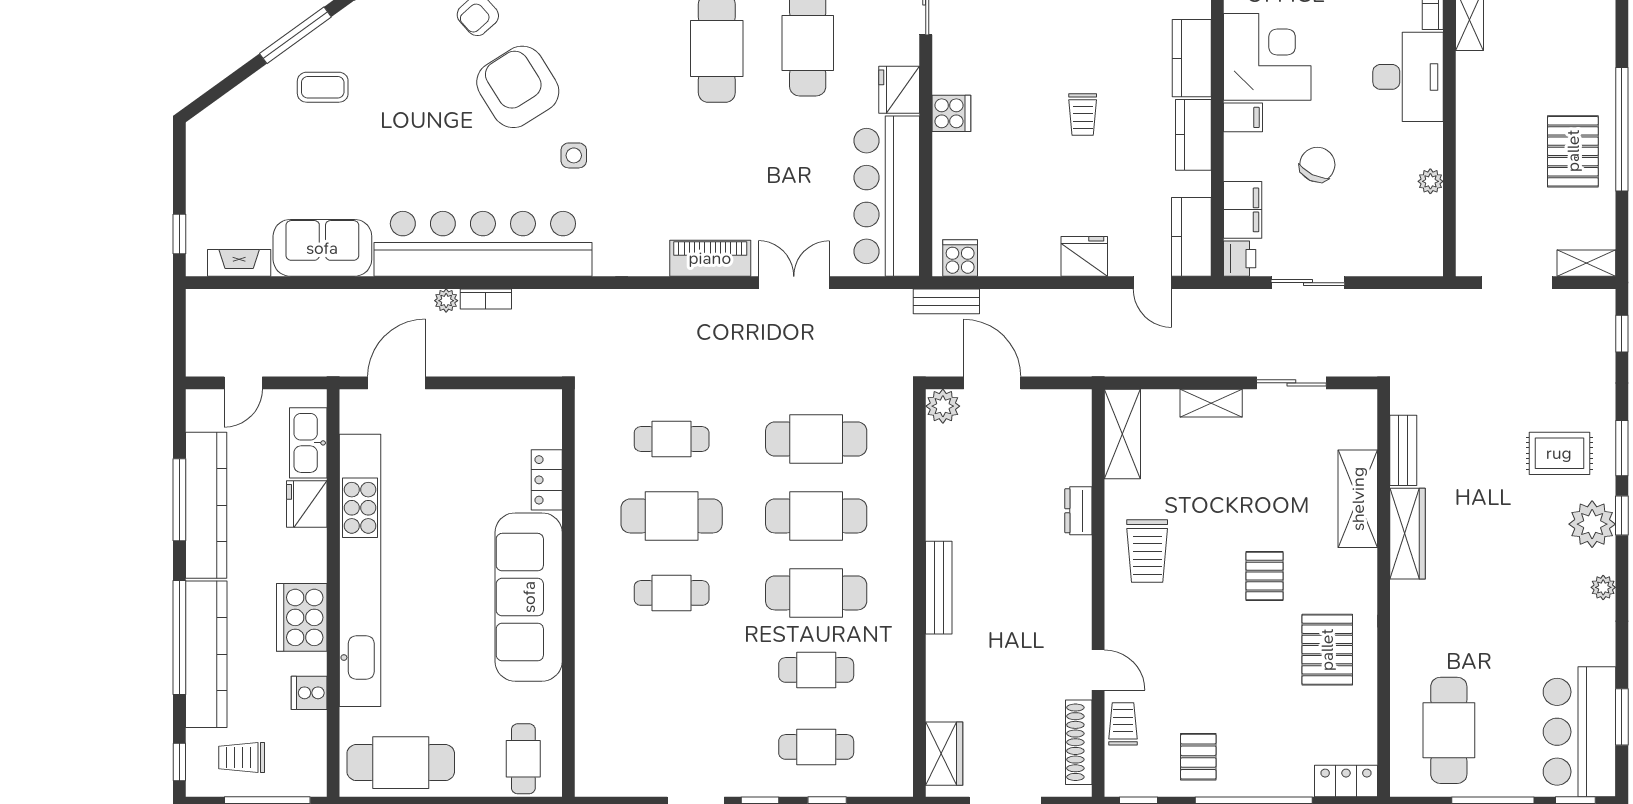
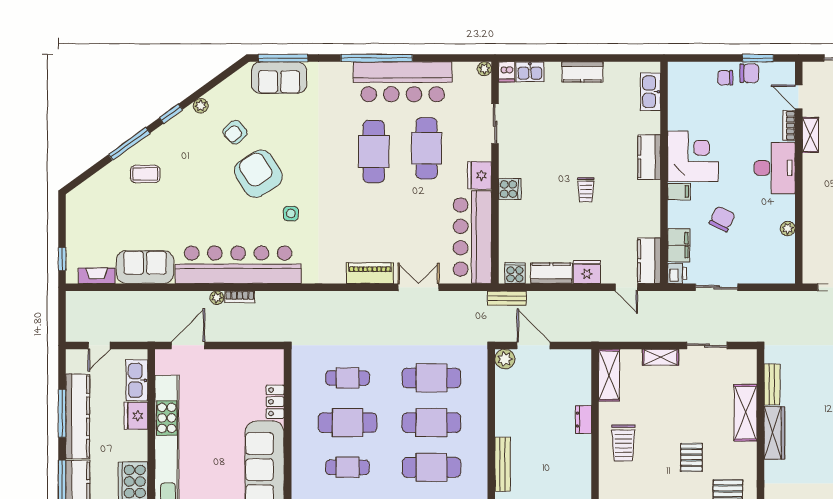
kitchen counter: (1193, 135) -> (551, 273), moved, turned 90

